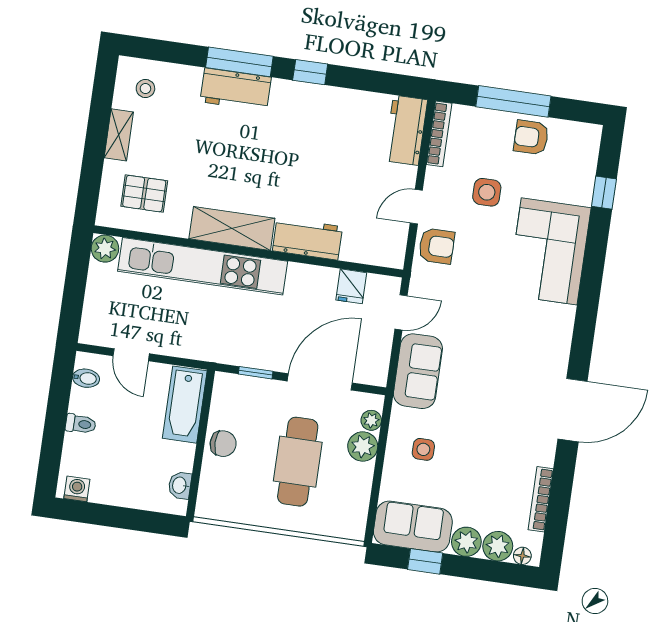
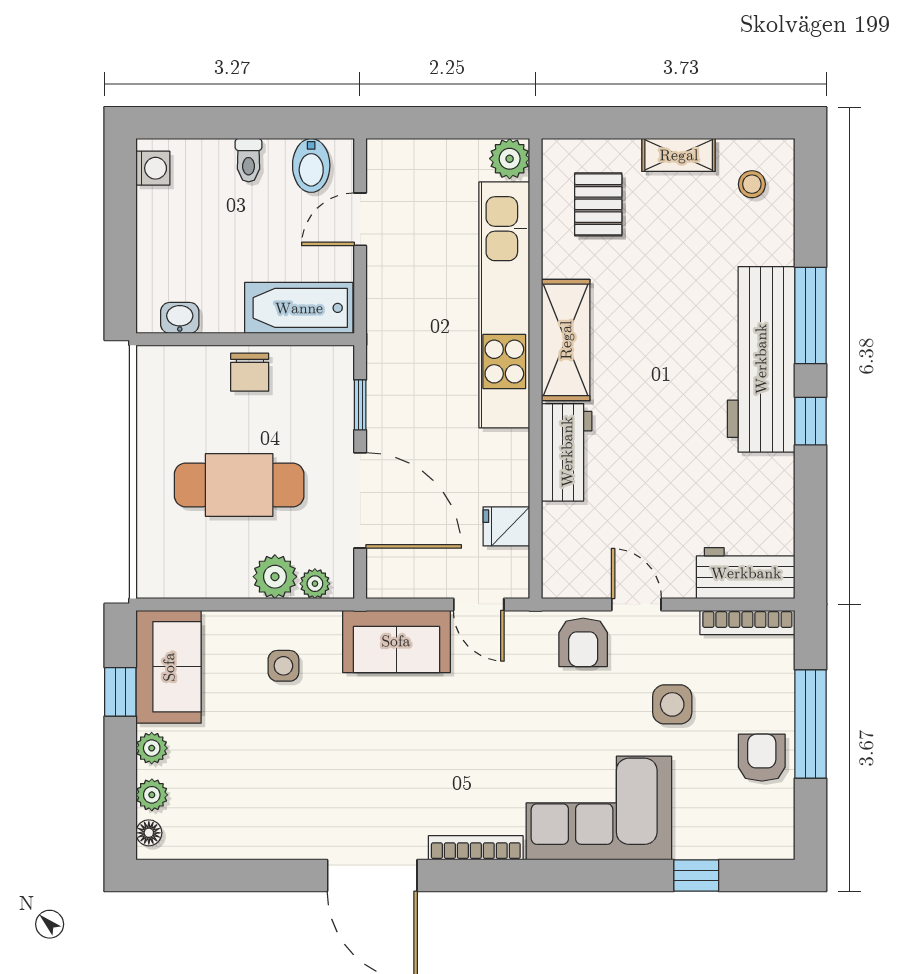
workbench: (236, 90) -> (761, 359), width x1.88, depth x1.32
bidet: (86, 378) -> (311, 165), width x1.38, depth x1.36
bookcase: (541, 499) -> (476, 848), moved
plant: (466, 542) -> (152, 748), width x0.73, depth x0.73
plant: (498, 546) -> (152, 795), width x0.73, depth x0.73

